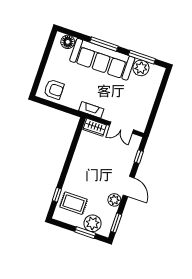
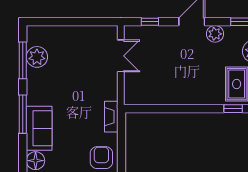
sofa: (102, 59) -> (39, 128), width x0.54, depth x0.79
fireplace: (91, 110) -> (111, 117), moved
wardrobe: (95, 127) -> (132, 90), removed

